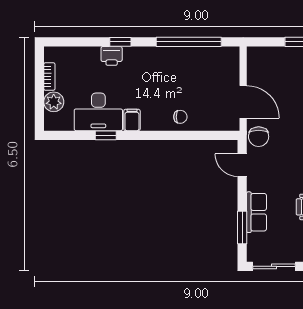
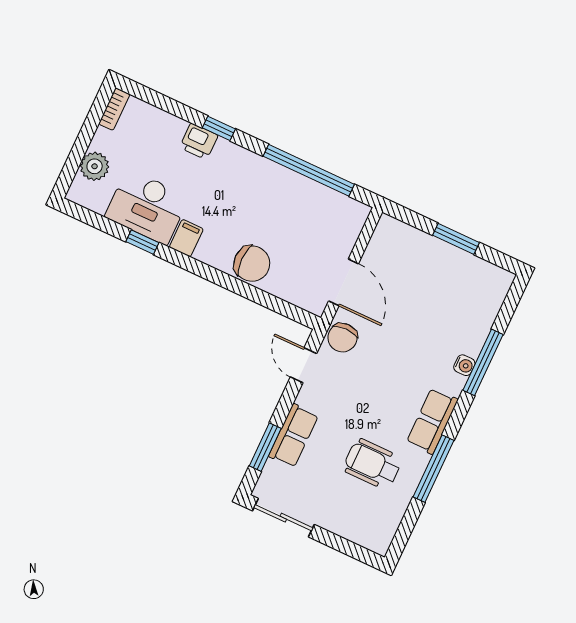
bookcase: (49, 77) -> (114, 109), moved
chair: (180, 117) -> (252, 264), width x1.87, depth x1.87

